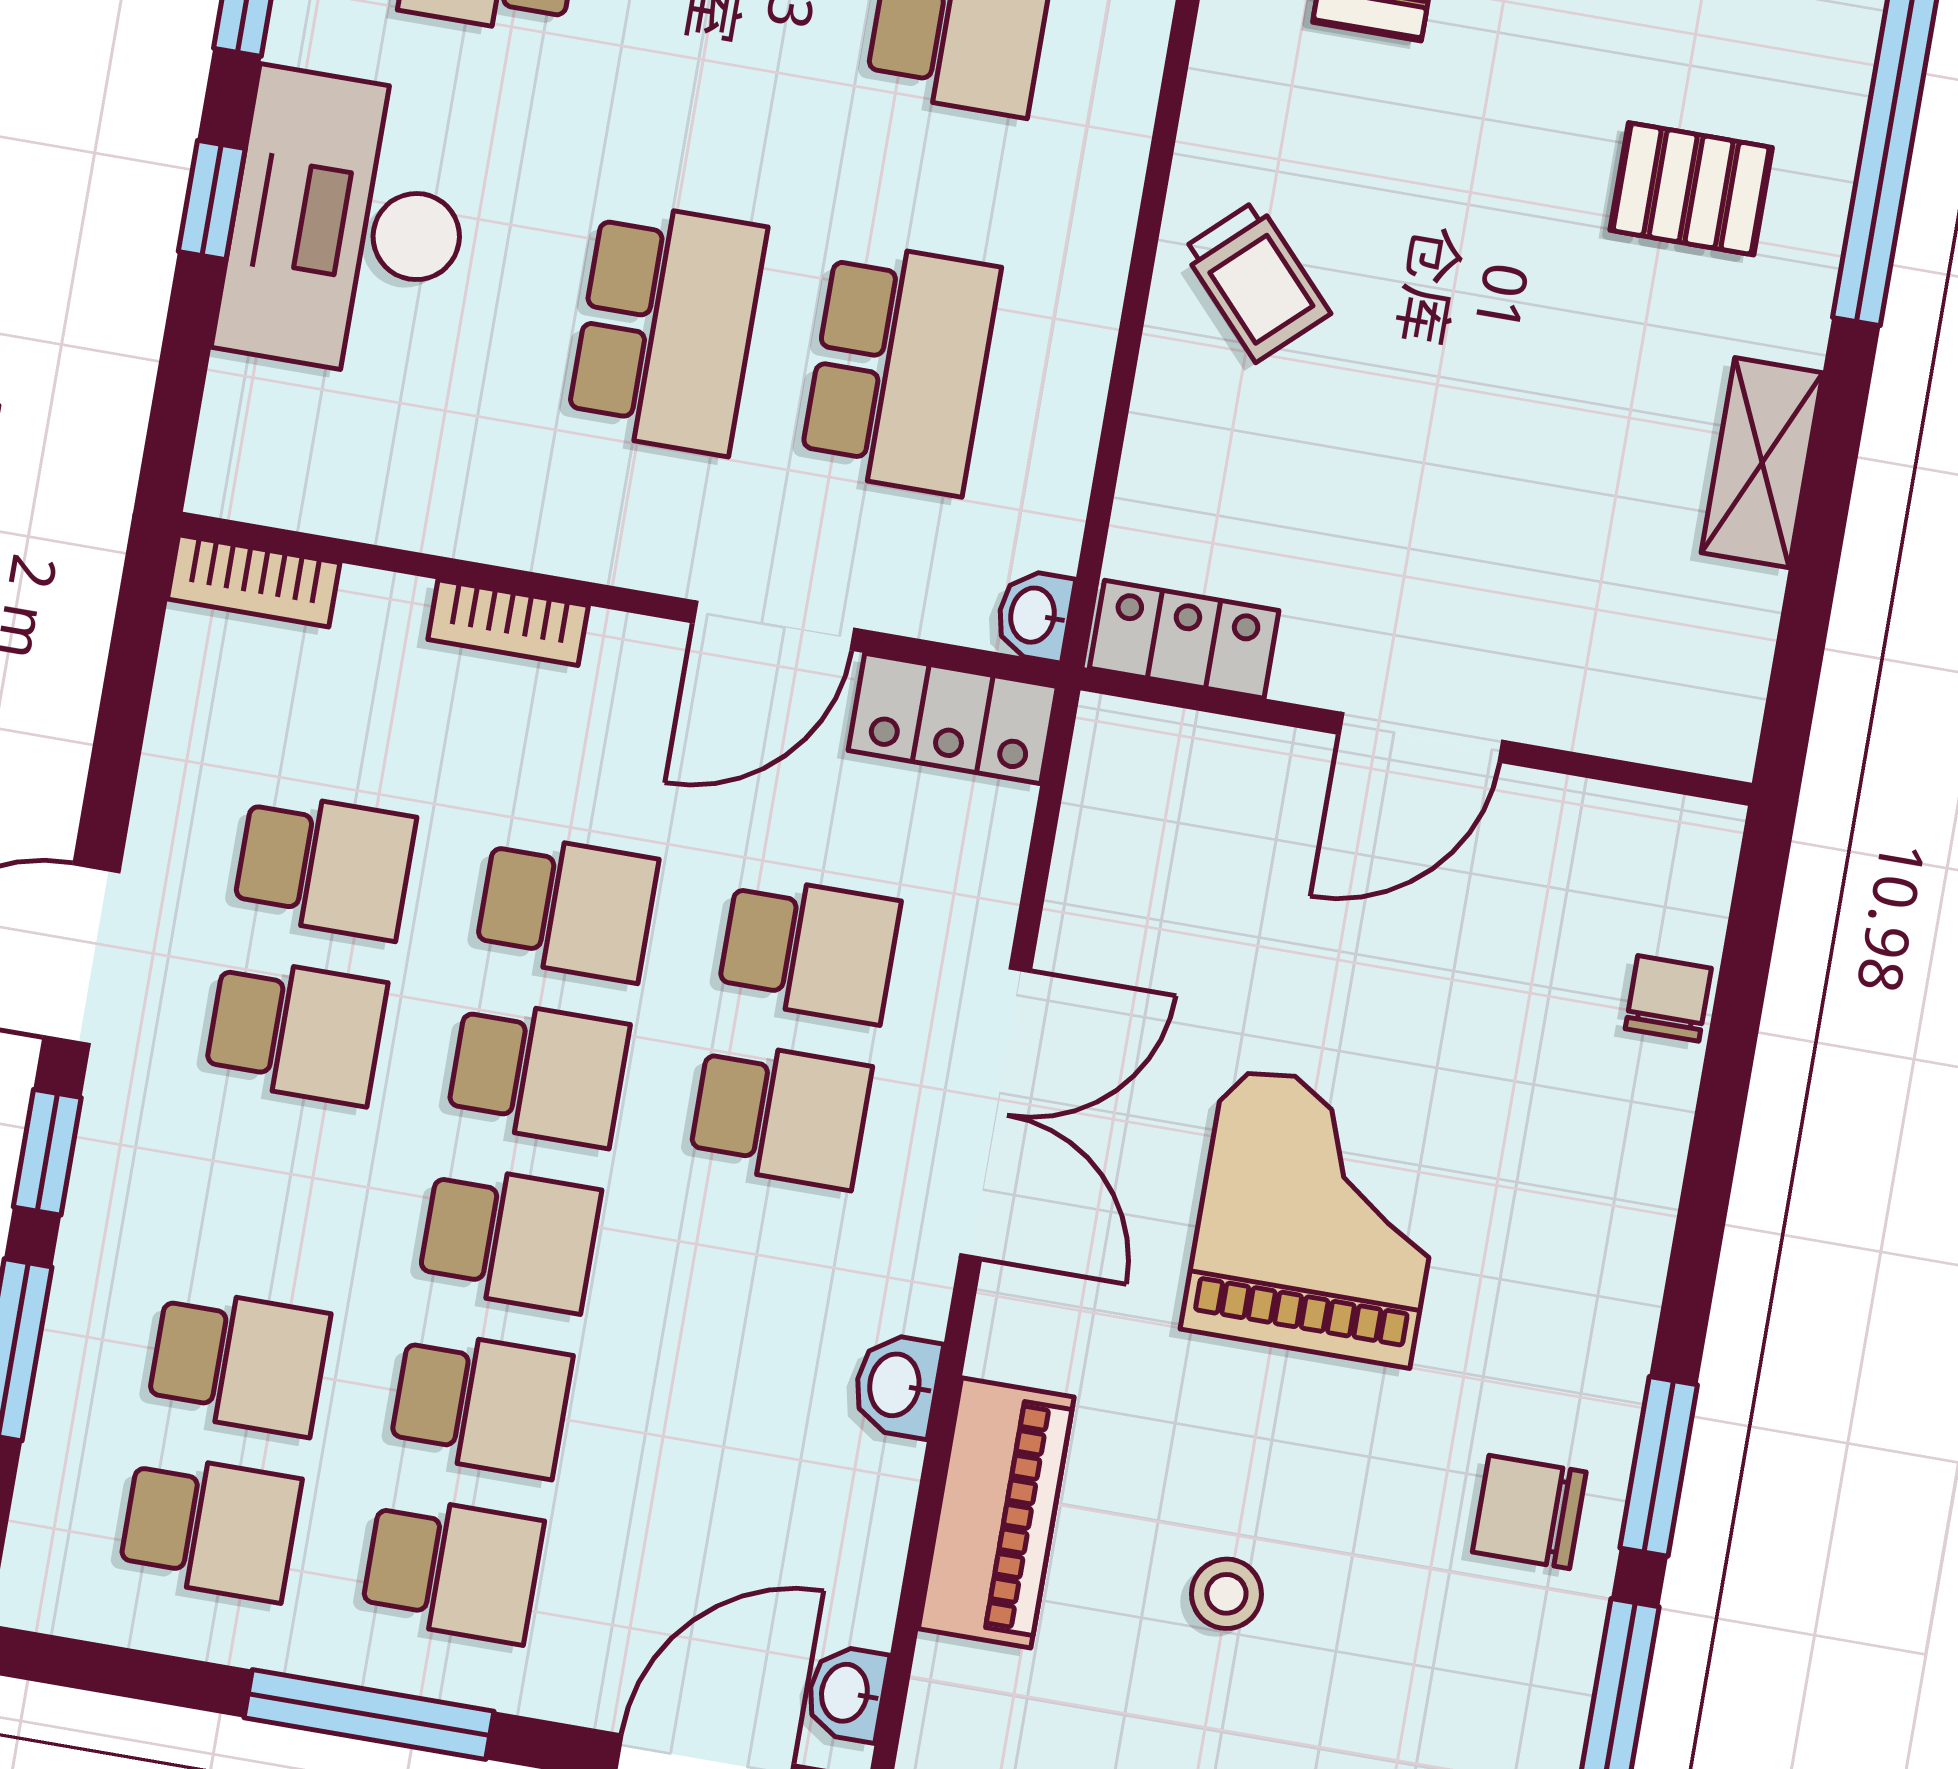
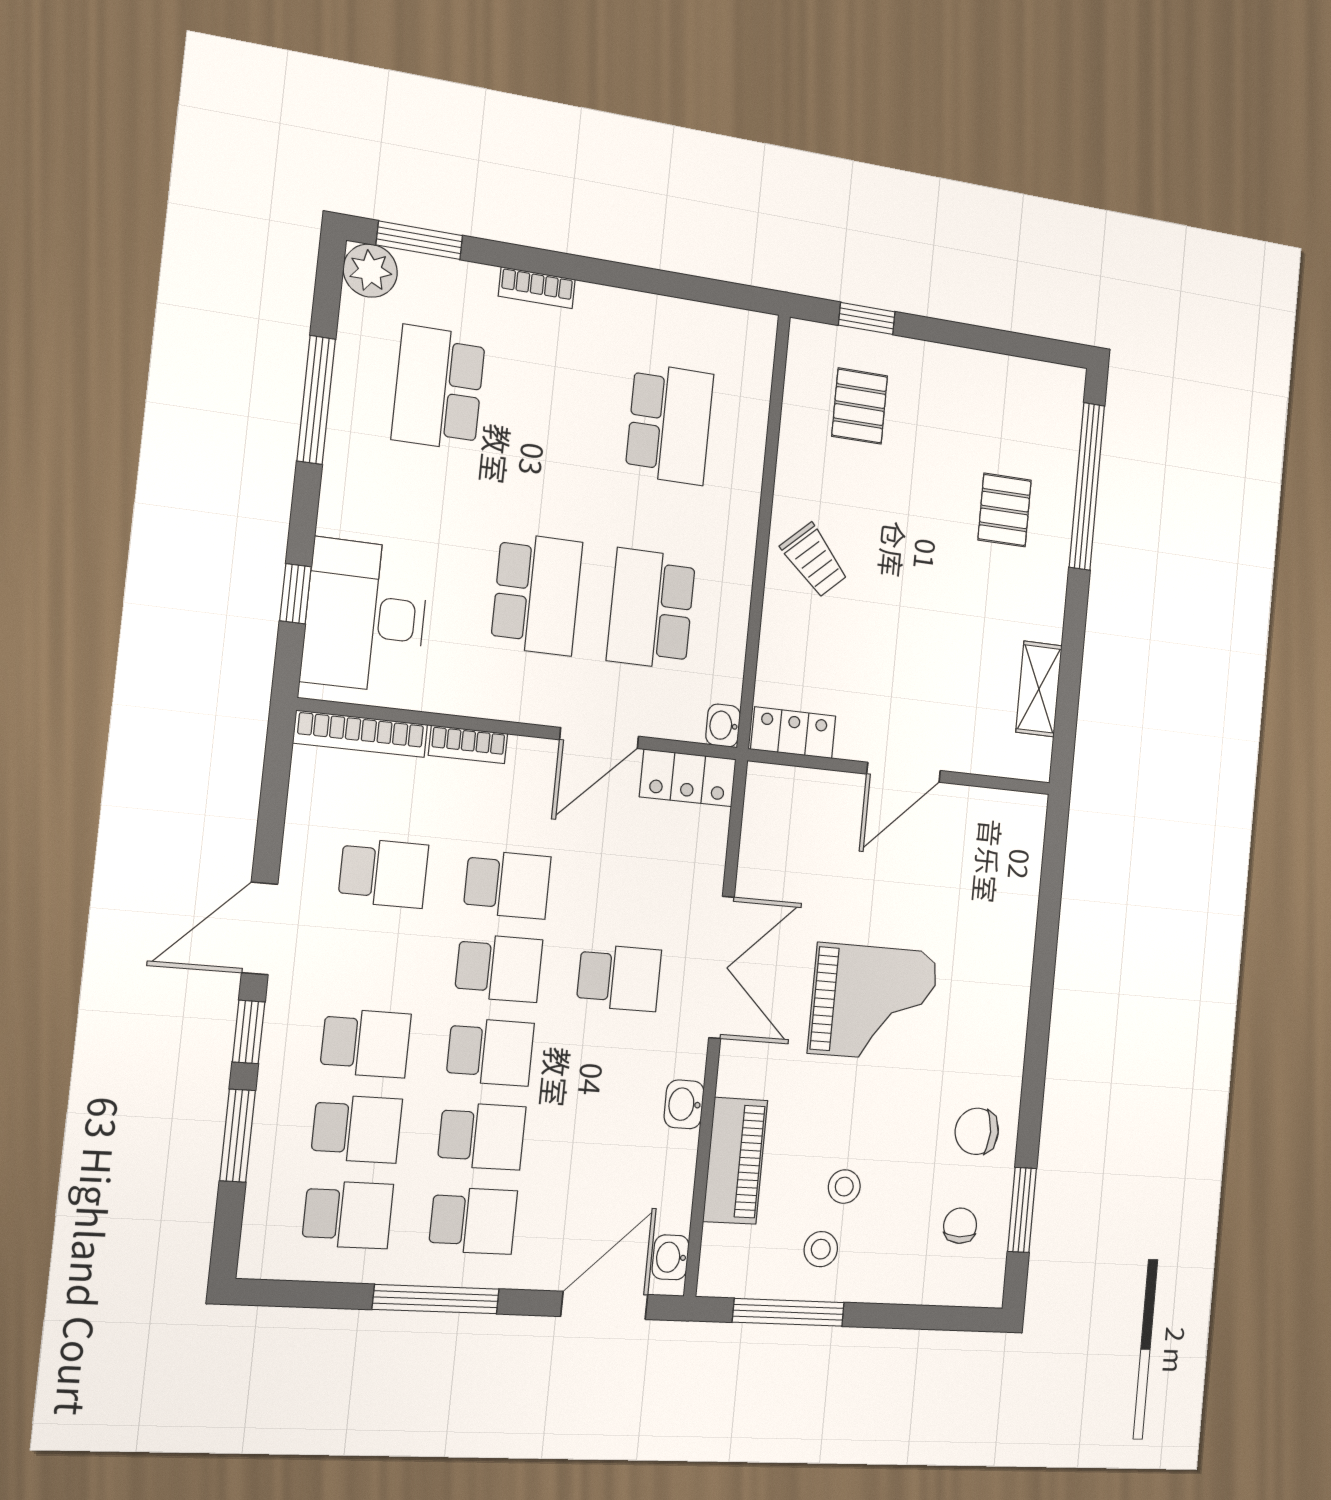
pallet: (1691, 189) -> (1005, 510), turned 90
window: (212, 200) -> (295, 594), moved
desk: (347, 225) -> (365, 616), moved
school desk: (900, 368) -> (651, 609), turned 180
shelving: (1762, 463) -> (1039, 689), moved
bookcase: (254, 581) -> (360, 734), width x1.56
school desk: (809, 949) -> (627, 895), removed
chair: (1668, 998) -> (960, 1226), moved
school desk: (296, 1031) -> (366, 1043), moved
grand piano: (1318, 1216) -> (873, 1003), turned 90
window: (1659, 1466) -> (1032, 1103), removed
stool: (1166, 1717) -> (821, 1249), added

